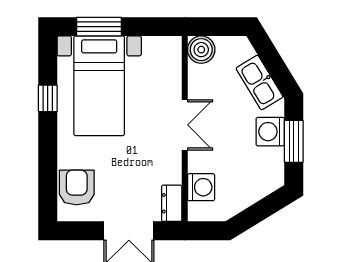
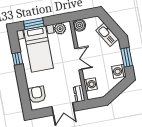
plant: (156, 49) -> (60, 29), added
washing machine: (270, 132) -> (119, 71), moved

